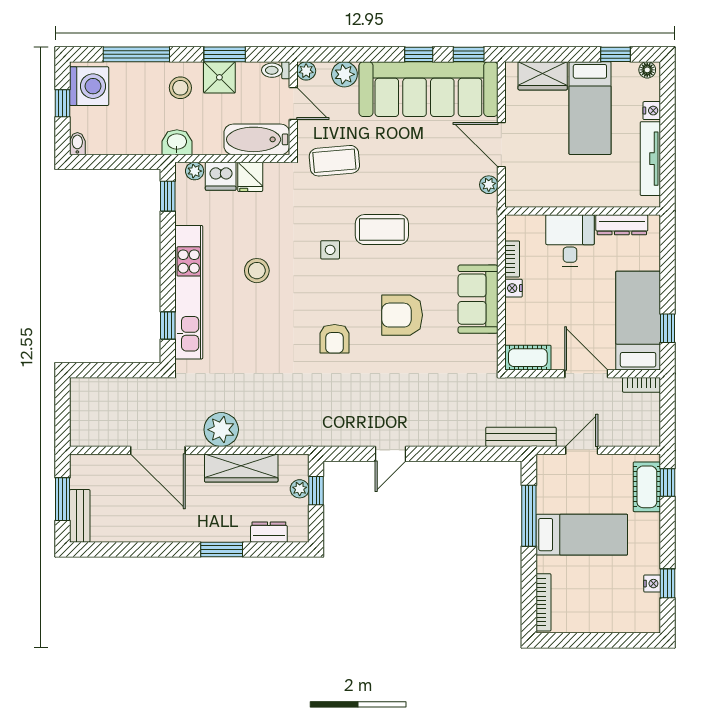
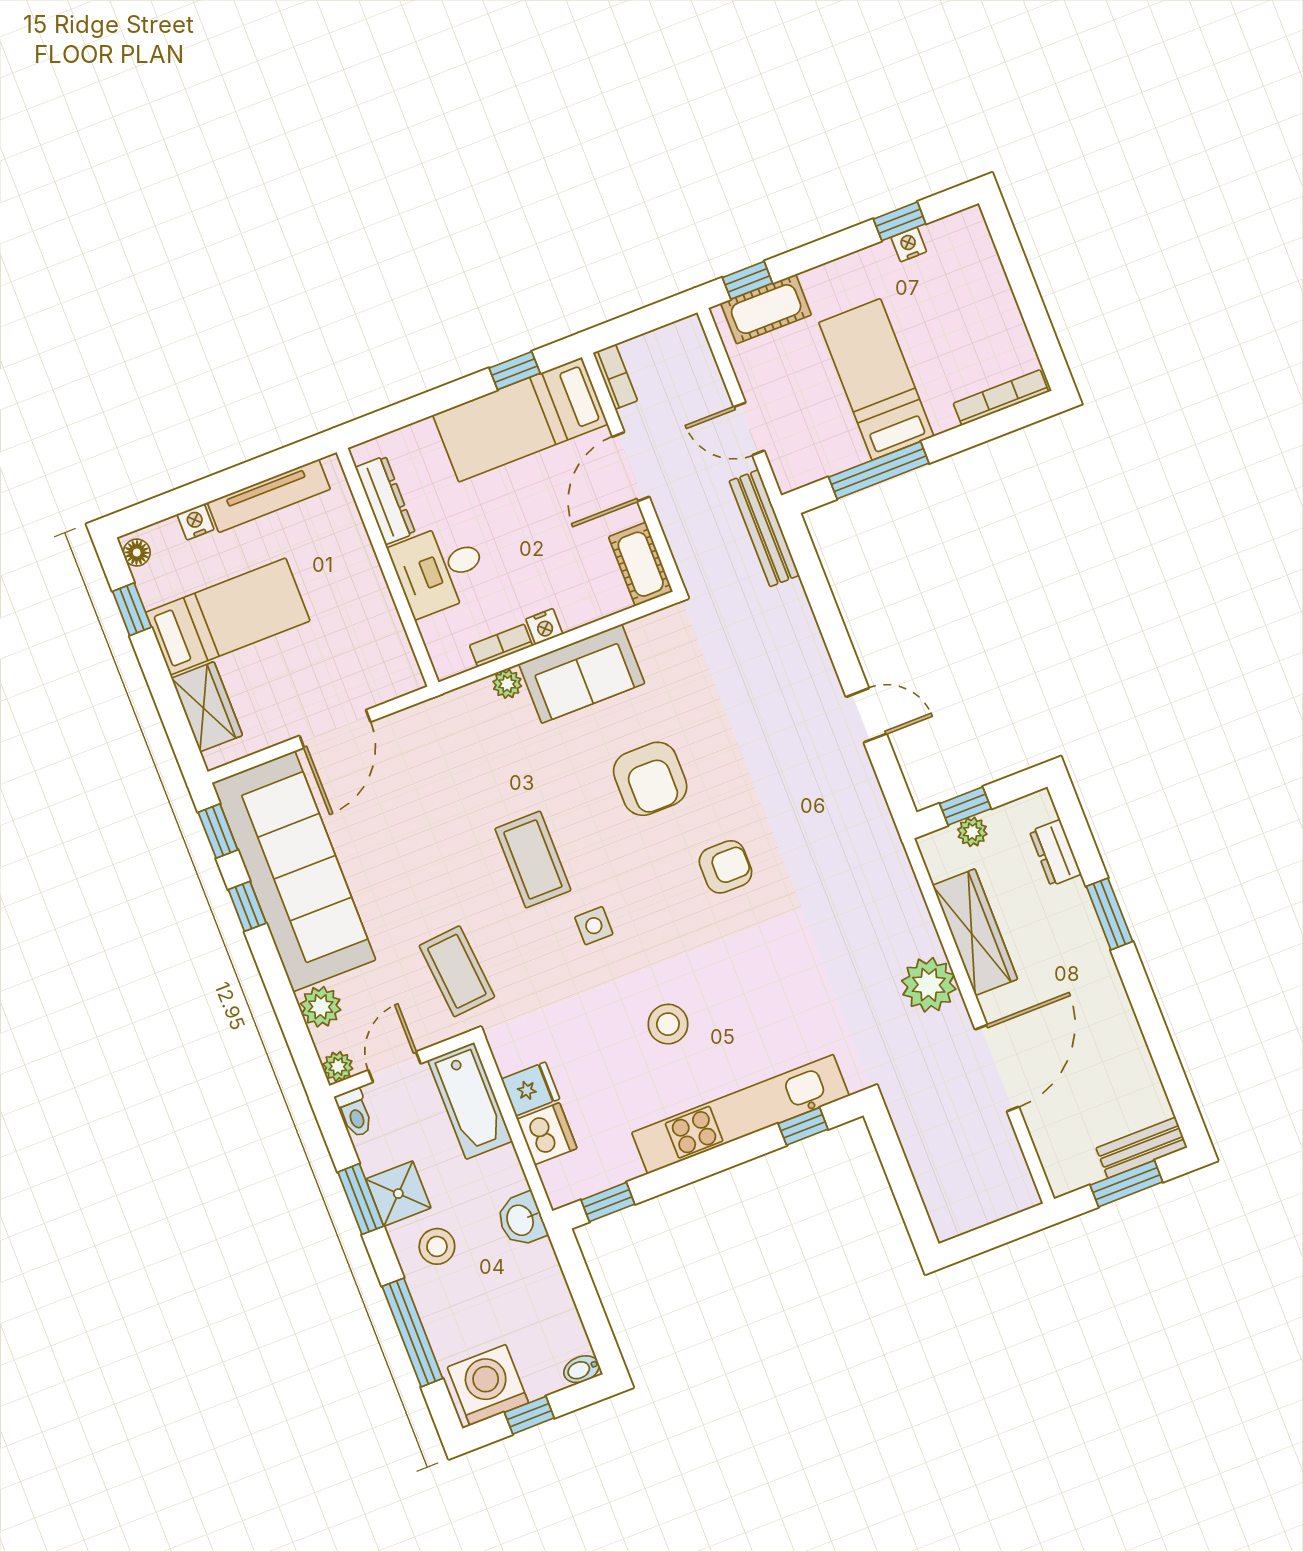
plant: (195, 171) -> (554, 1176), removed
plant: (489, 185) -> (507, 684), moved

